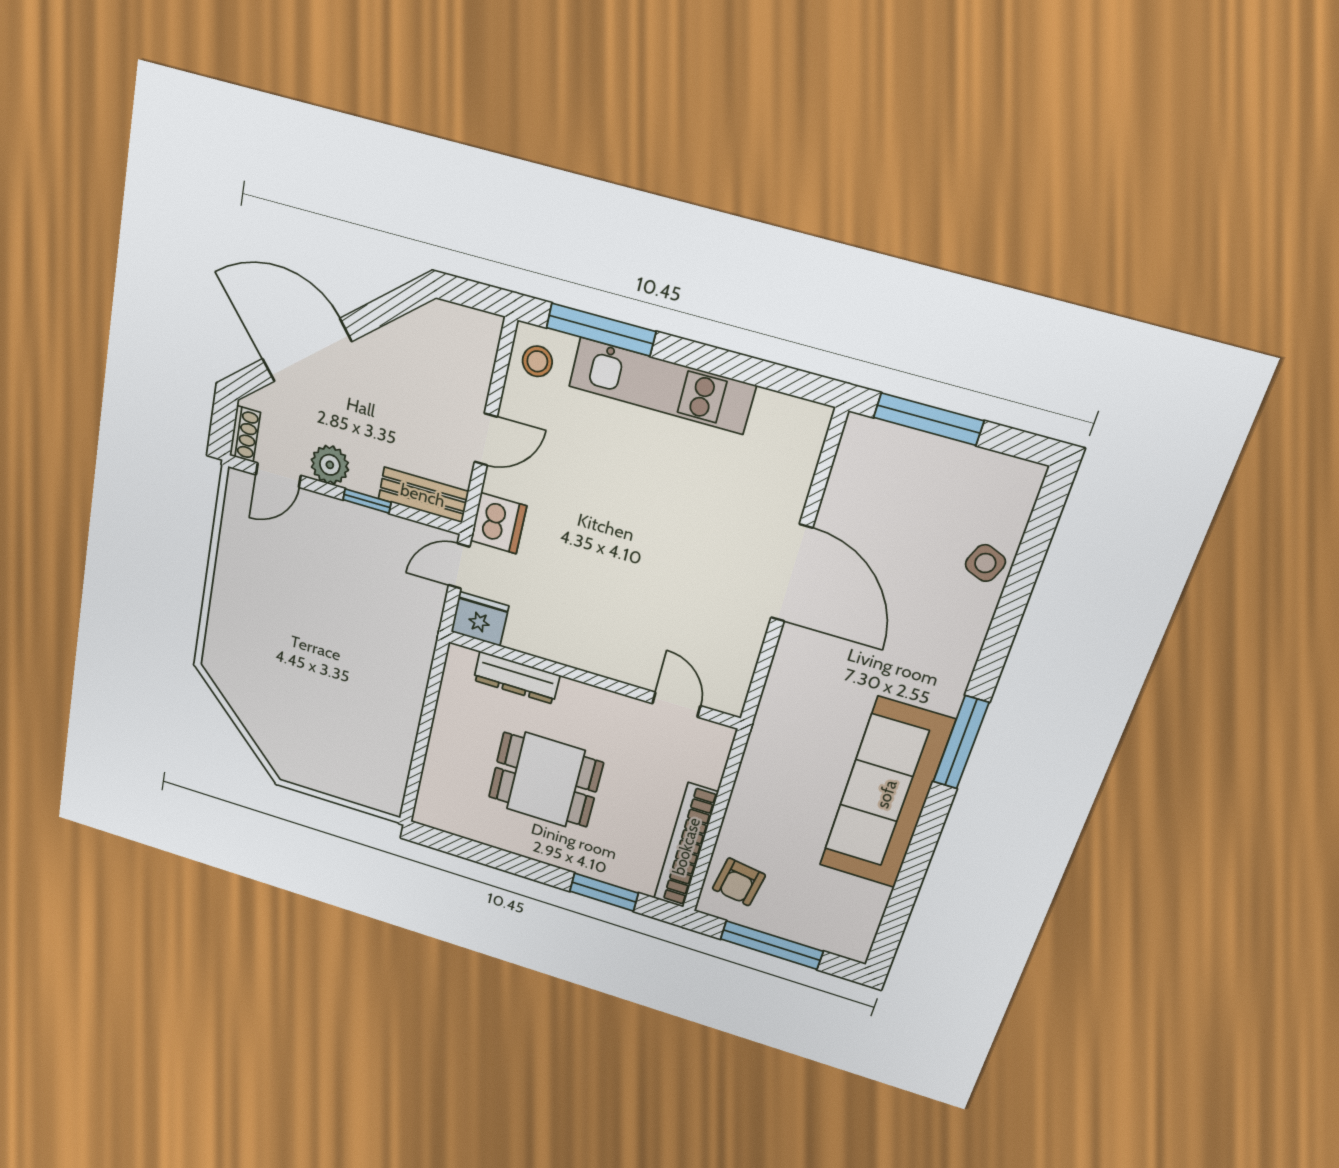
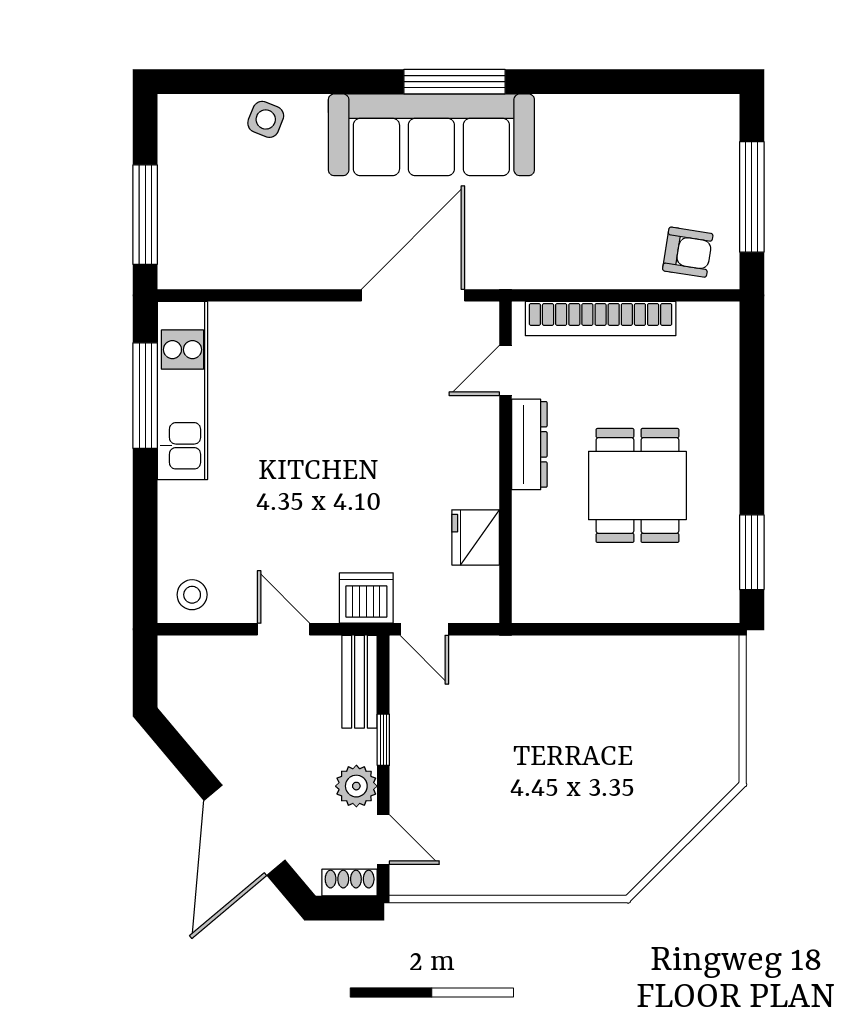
window: (601, 330) -> (145, 396), moved
kitchen unit: (662, 386) -> (182, 391), moved
door: (792, 573) -> (413, 295), moved
fridge: (480, 619) -> (476, 537), moved
dresser: (517, 678) -> (529, 444), moved
sofa: (886, 794) -> (431, 135), moved
bookcase: (686, 846) -> (601, 319), moved
window: (604, 892) -> (752, 552), moved

